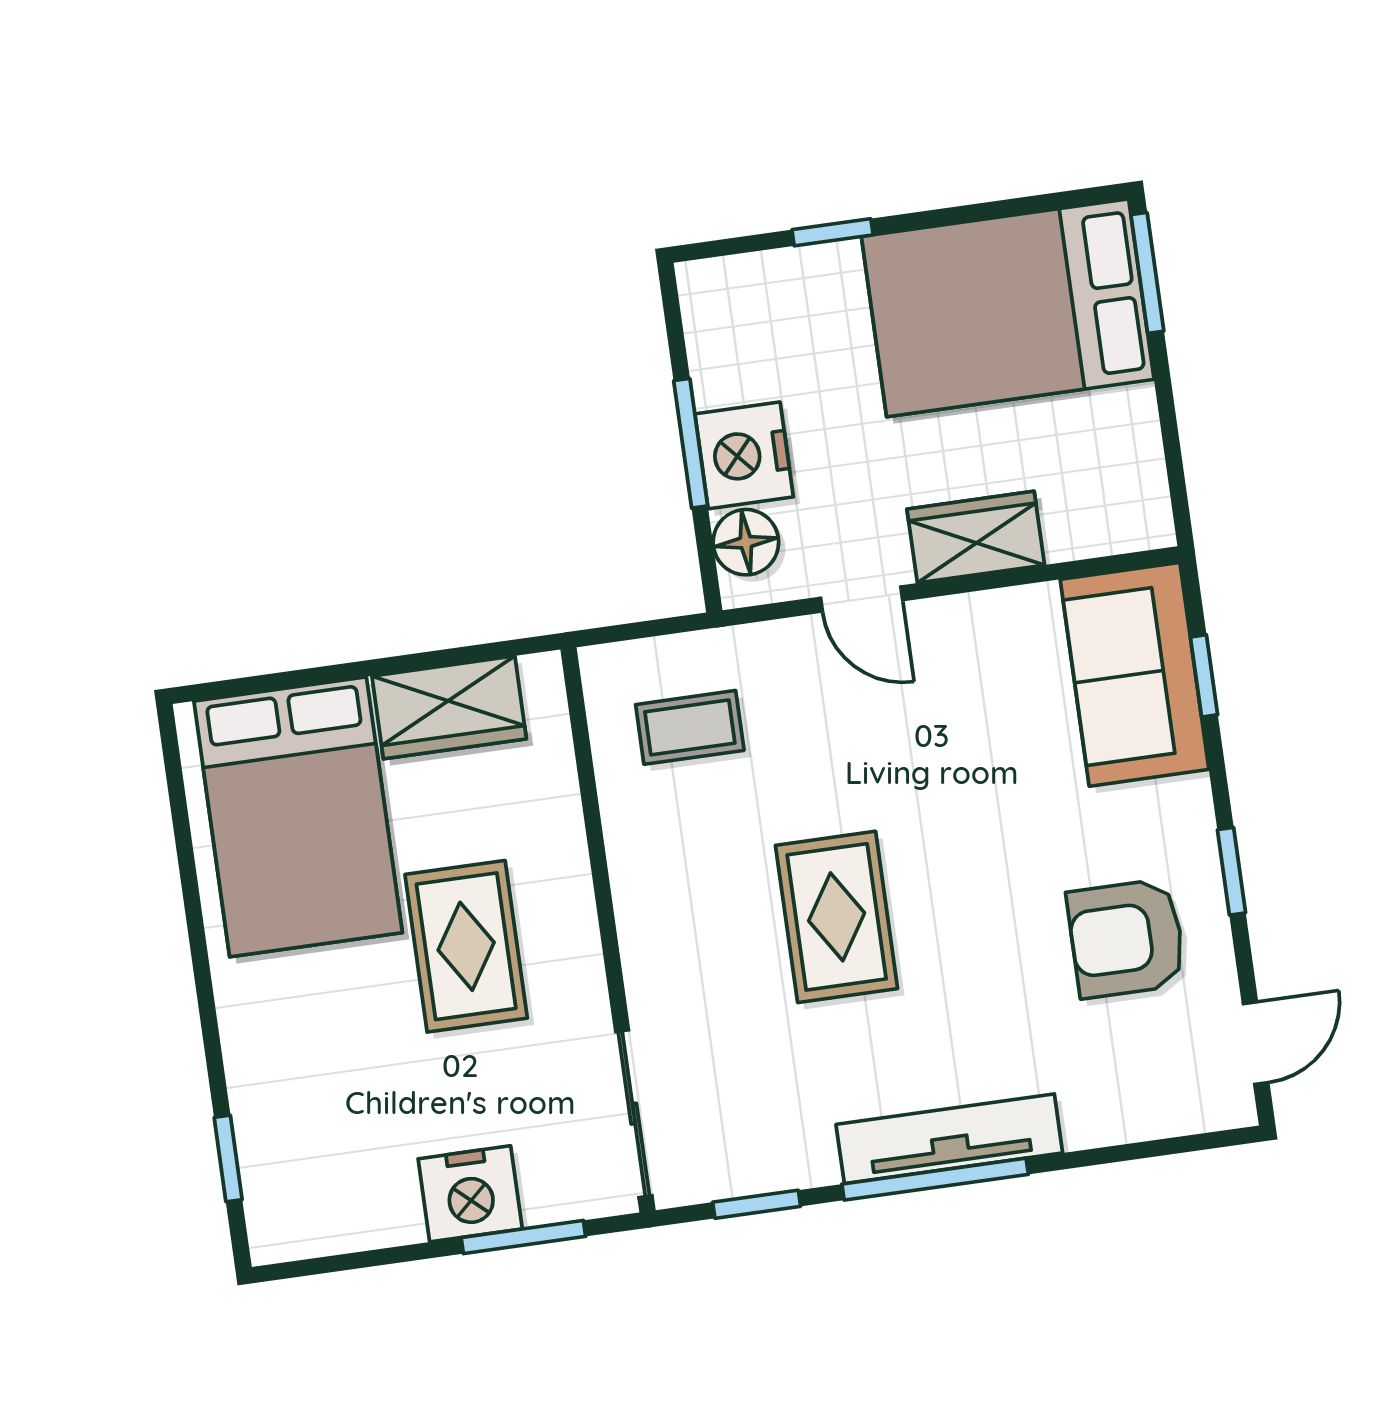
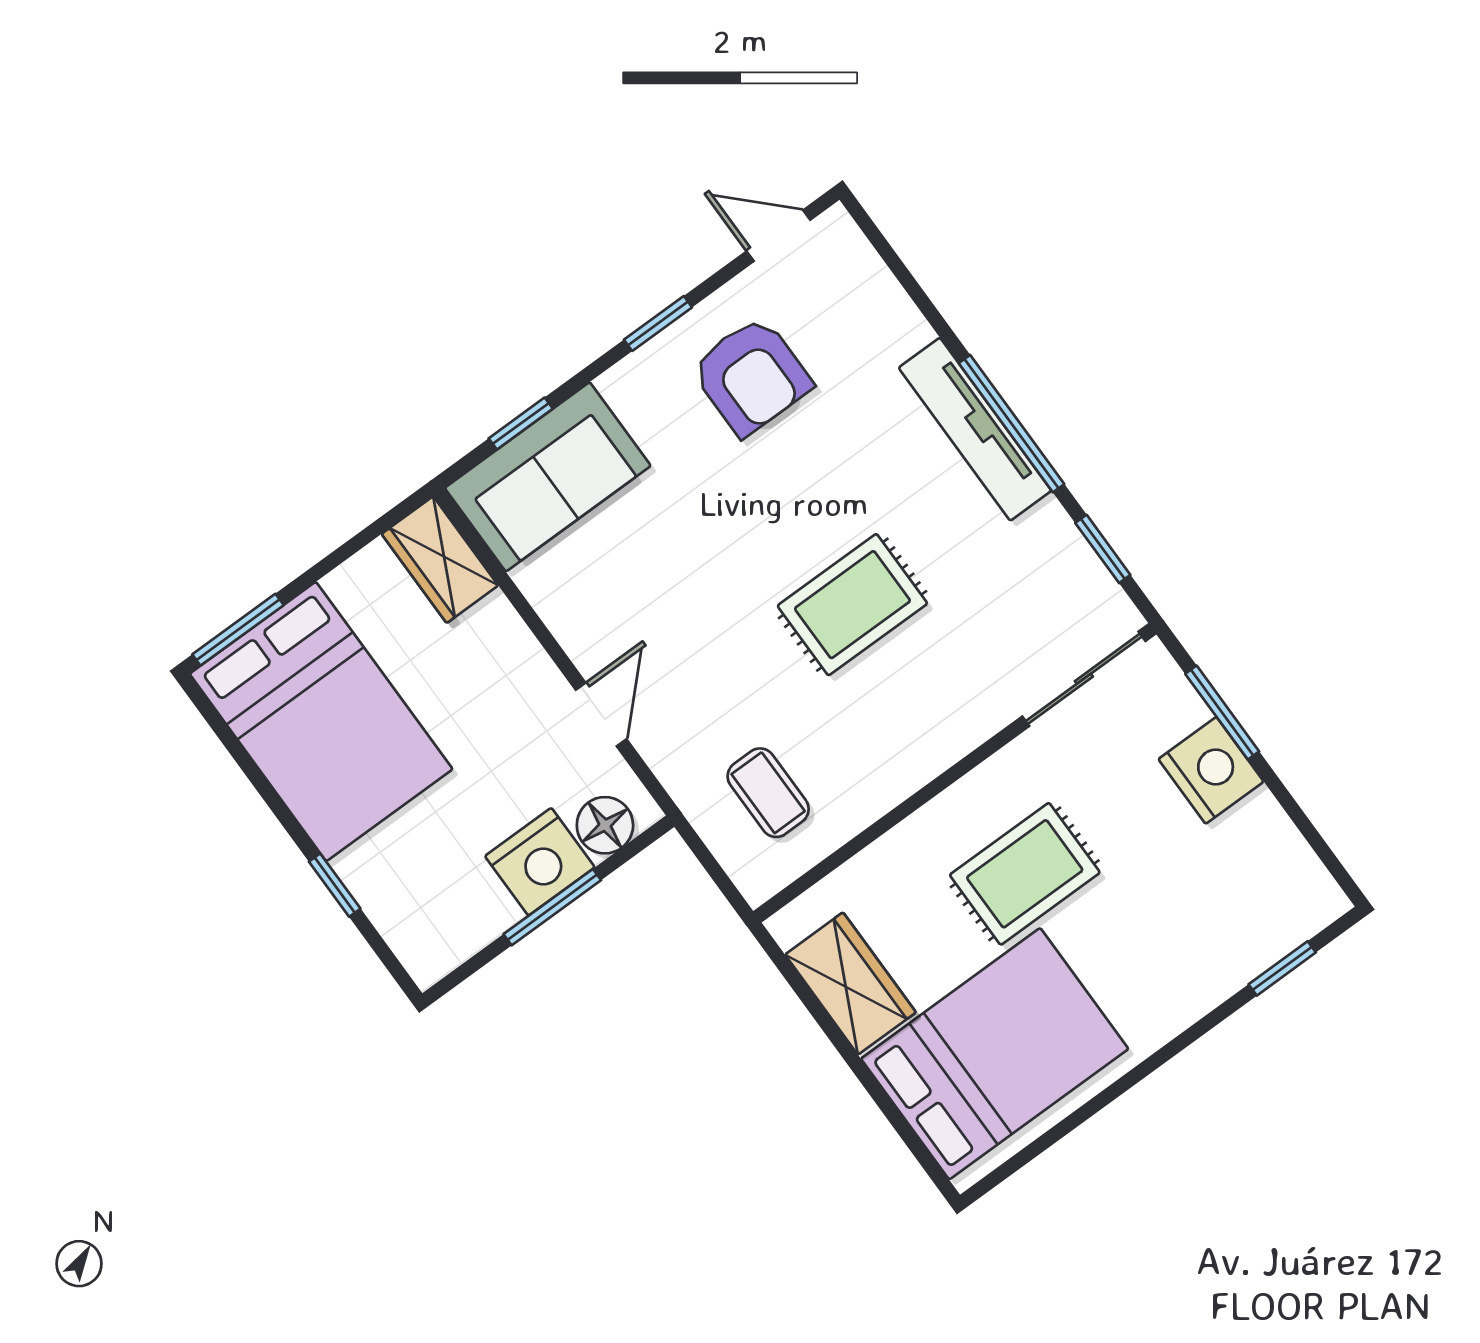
wardrobe: (976, 537) -> (440, 560), moved

